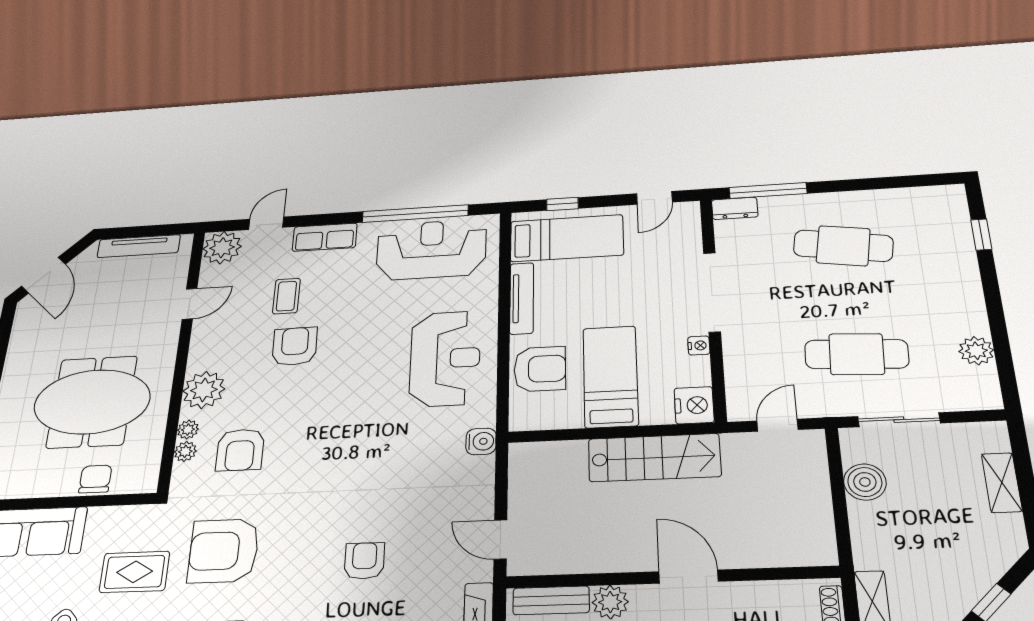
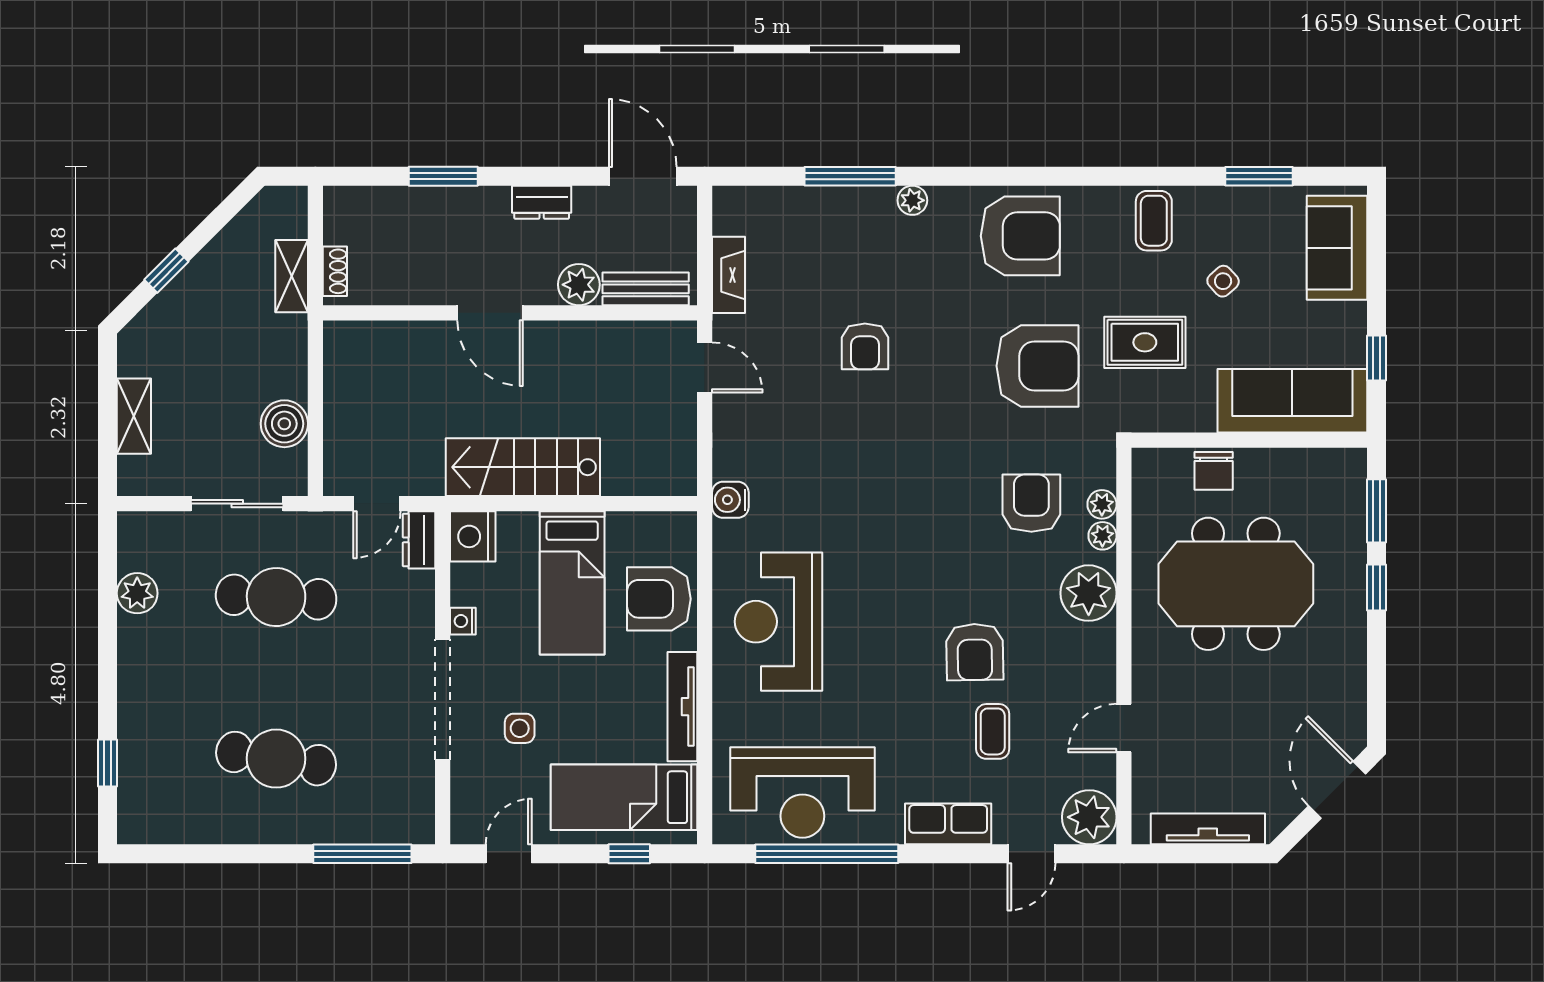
dresser: (735, 208) -> (419, 540), moved, turned -90
side table: (649, 277) -> (520, 728), added

